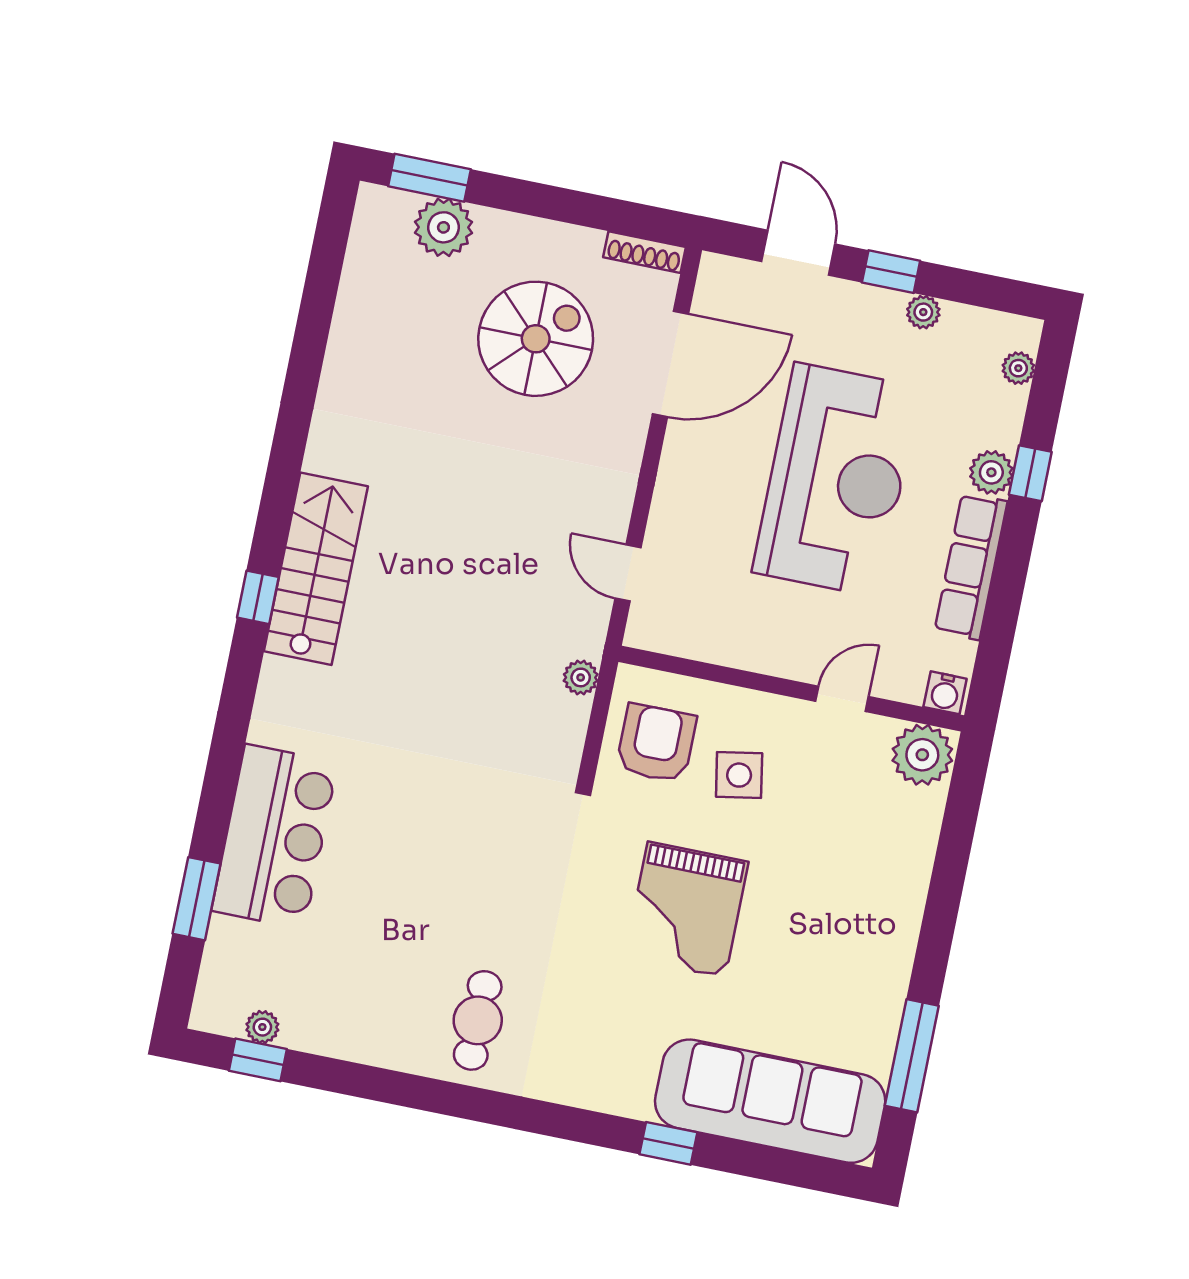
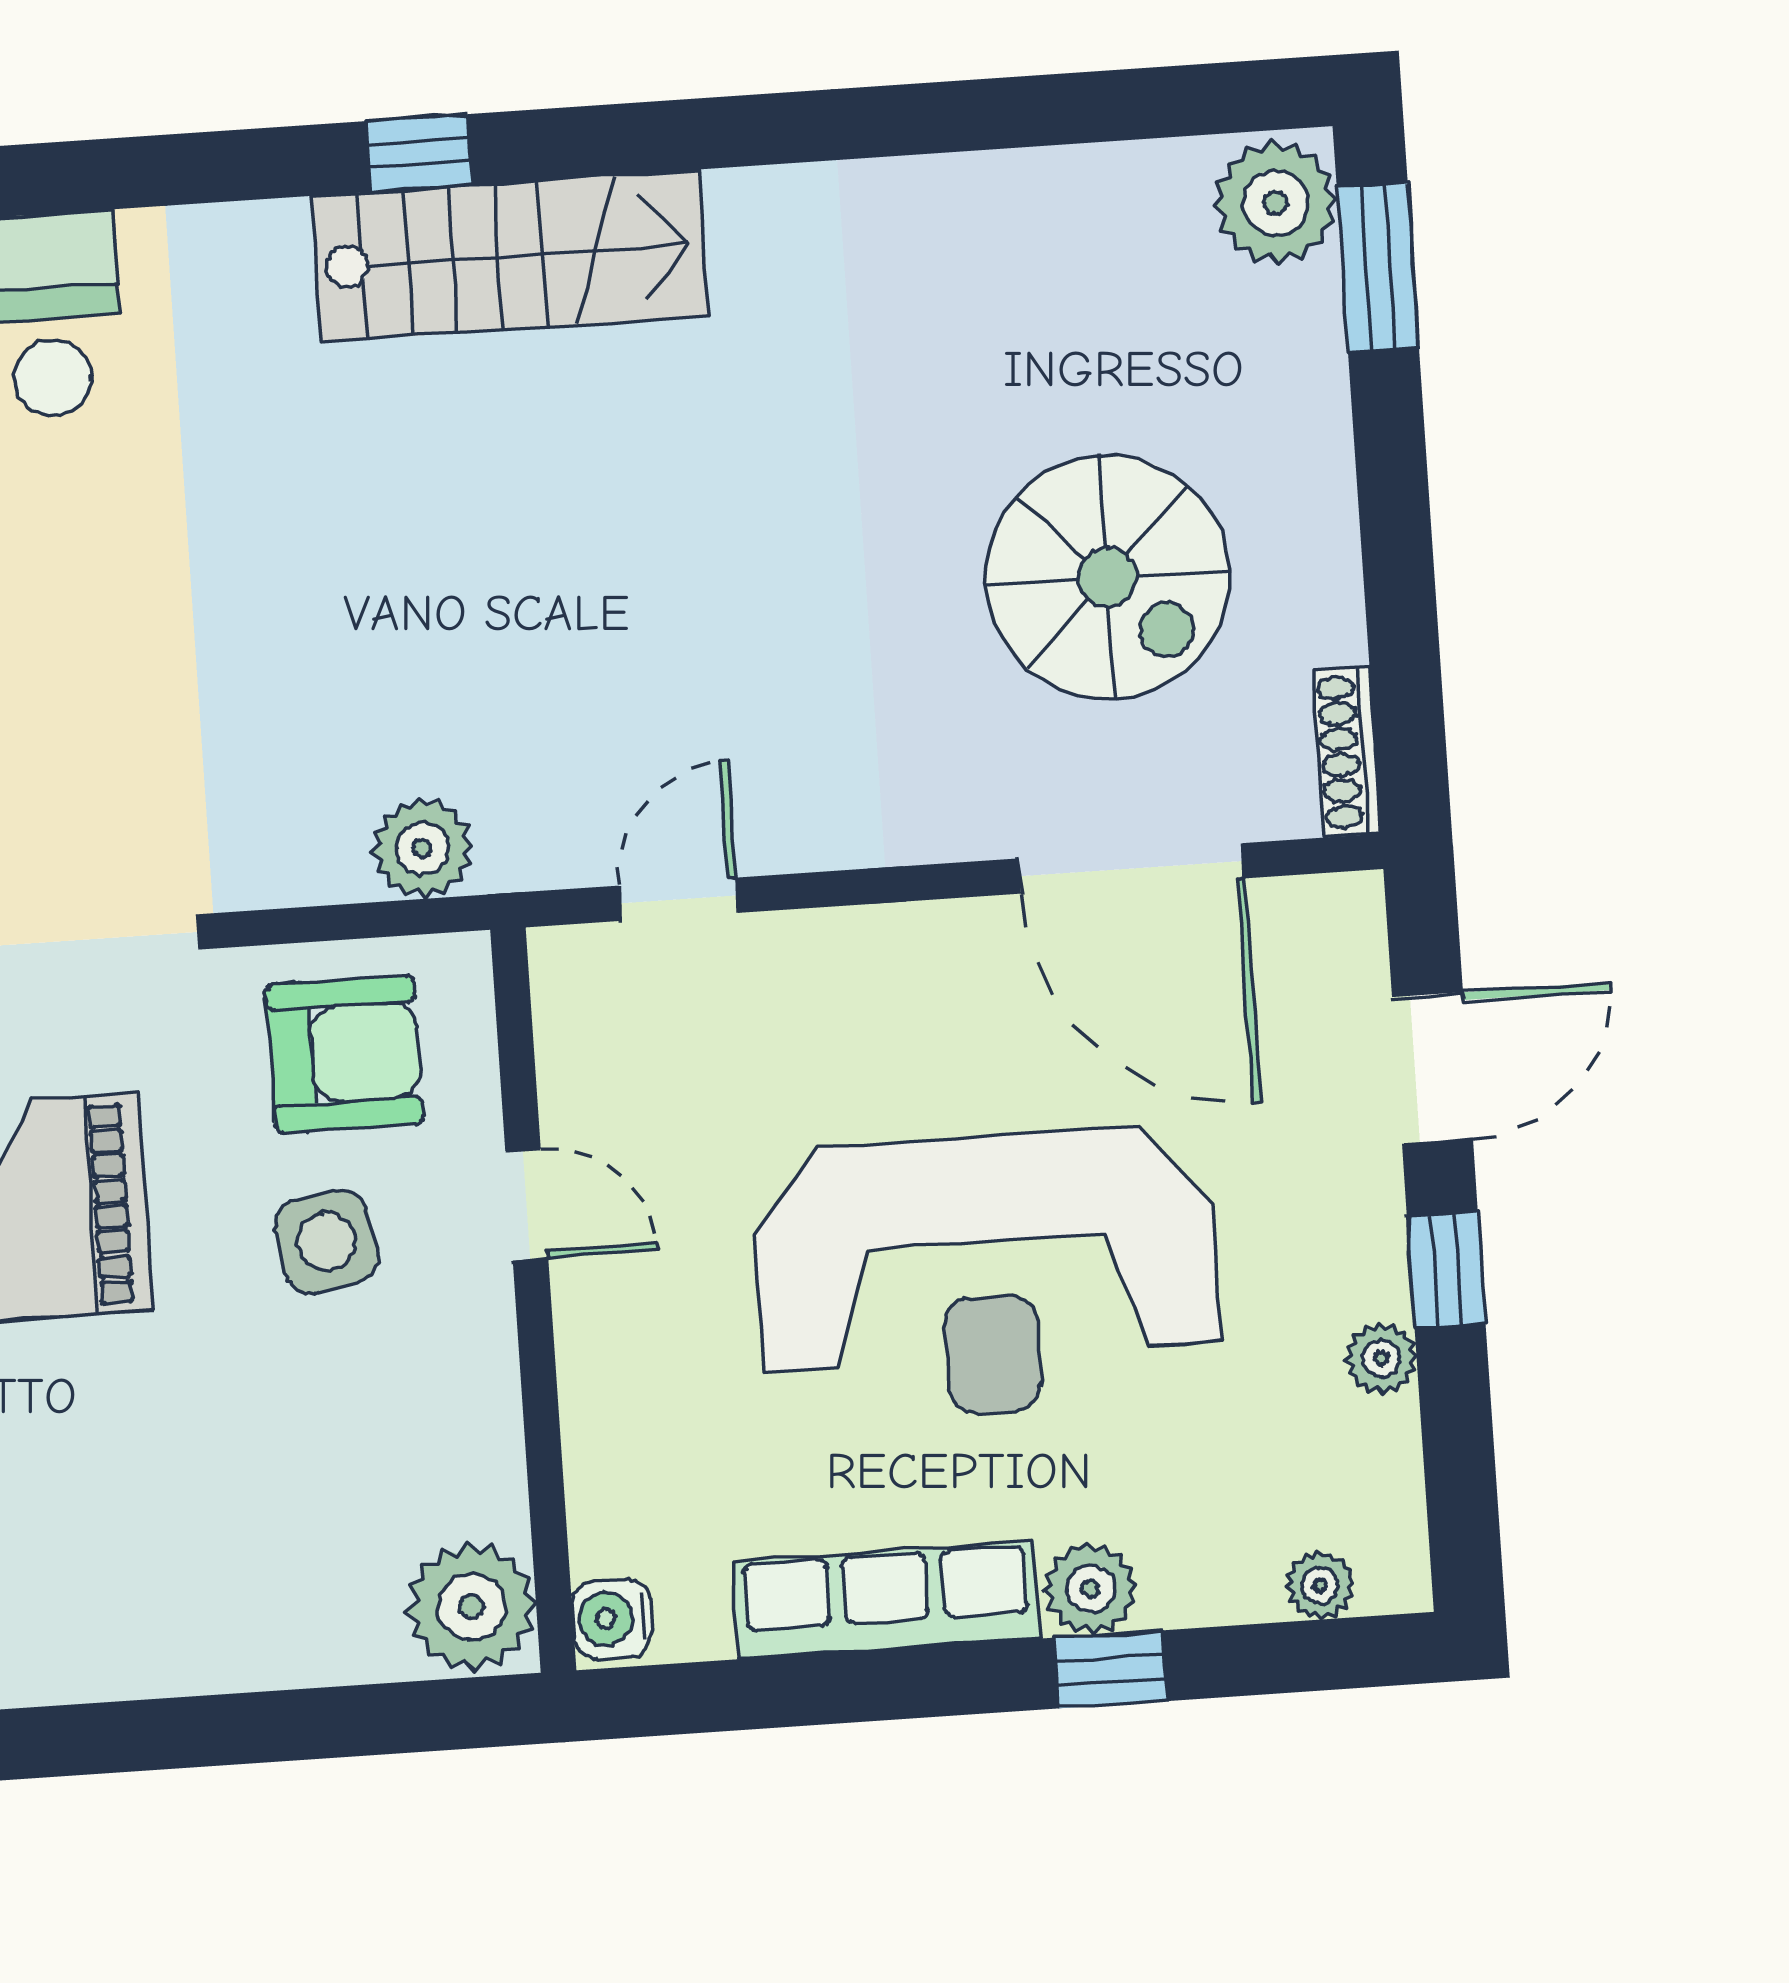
plant: (443, 227) -> (1276, 203), moved
plant: (581, 677) -> (422, 848), width x1.38, depth x1.38
door: (842, 699) -> (527, 1205), moved

